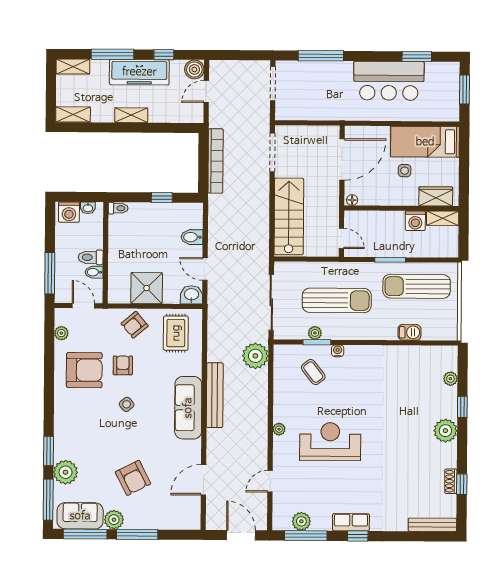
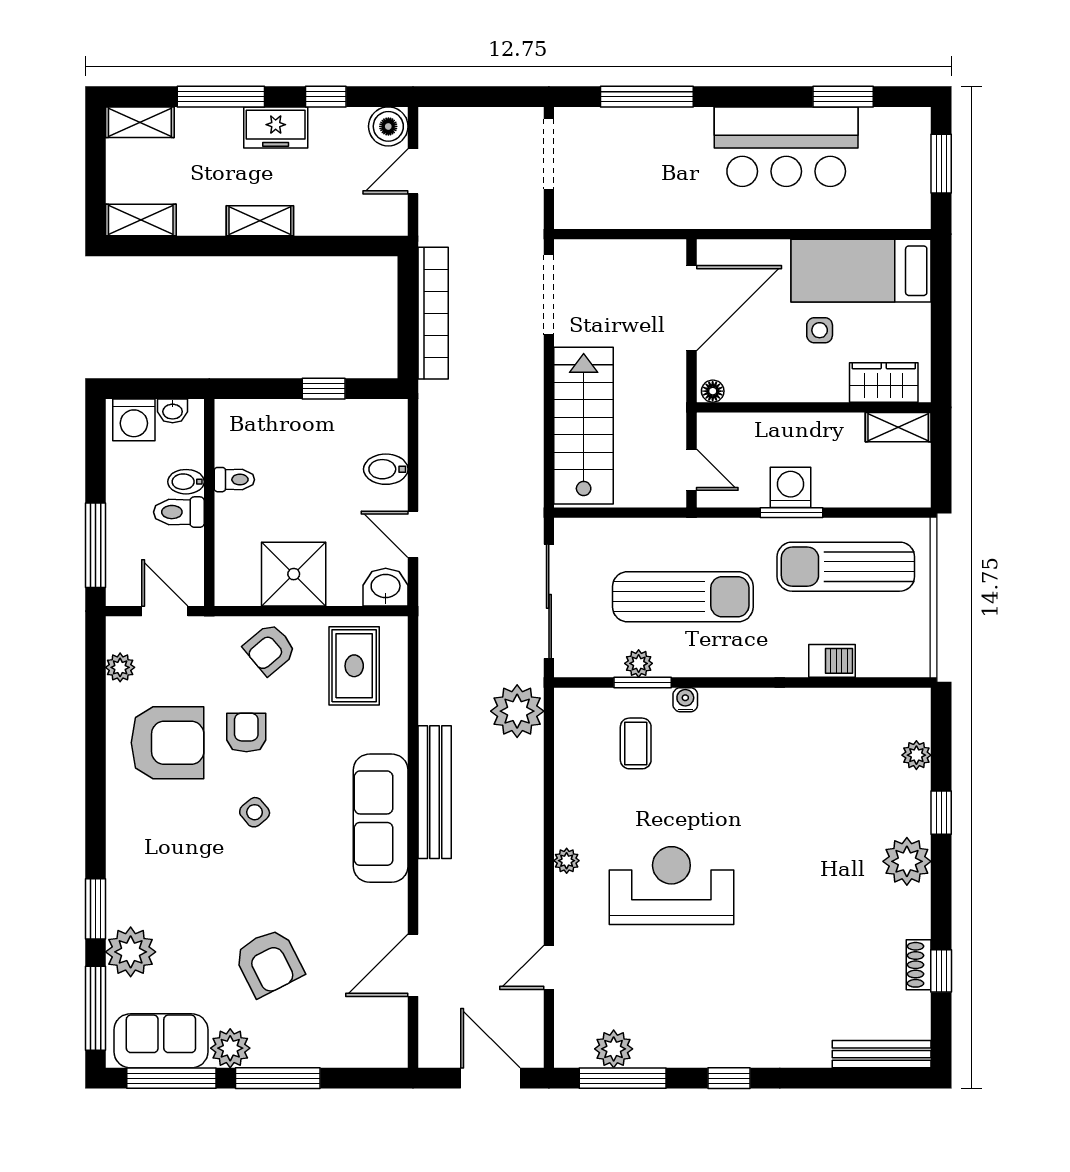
freezer: (139, 72) -> (276, 127), width x0.52, depth x0.79
toilet: (118, 208) -> (234, 480), moved
washing machine: (415, 221) -> (791, 487), moved, turned 180
bidet: (94, 272) -> (186, 482), moved
coffee table: (313, 372) -> (636, 743), turned 38
row of seats: (351, 522) -> (715, 1050), removed

